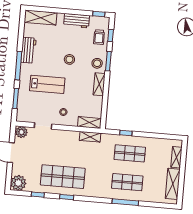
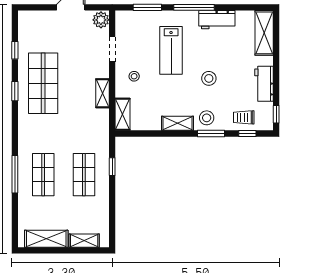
shelving: (90, 137) -> (103, 93), moved
plant: (18, 183) -> (29, 21), removed

